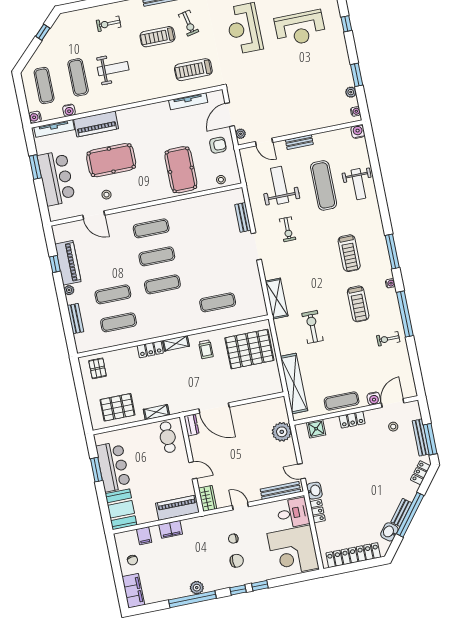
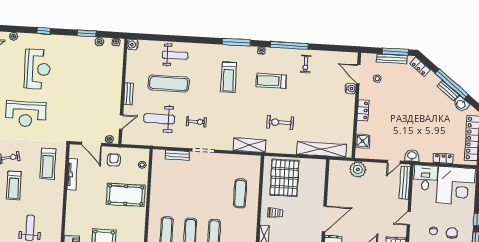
treadmill: (349, 253) -> (229, 77), turned 90
treadmill: (358, 304) -> (271, 81), turned 180
exercise mat: (342, 401) -> (346, 115), removed
locker: (317, 511) -> (443, 158), moved

